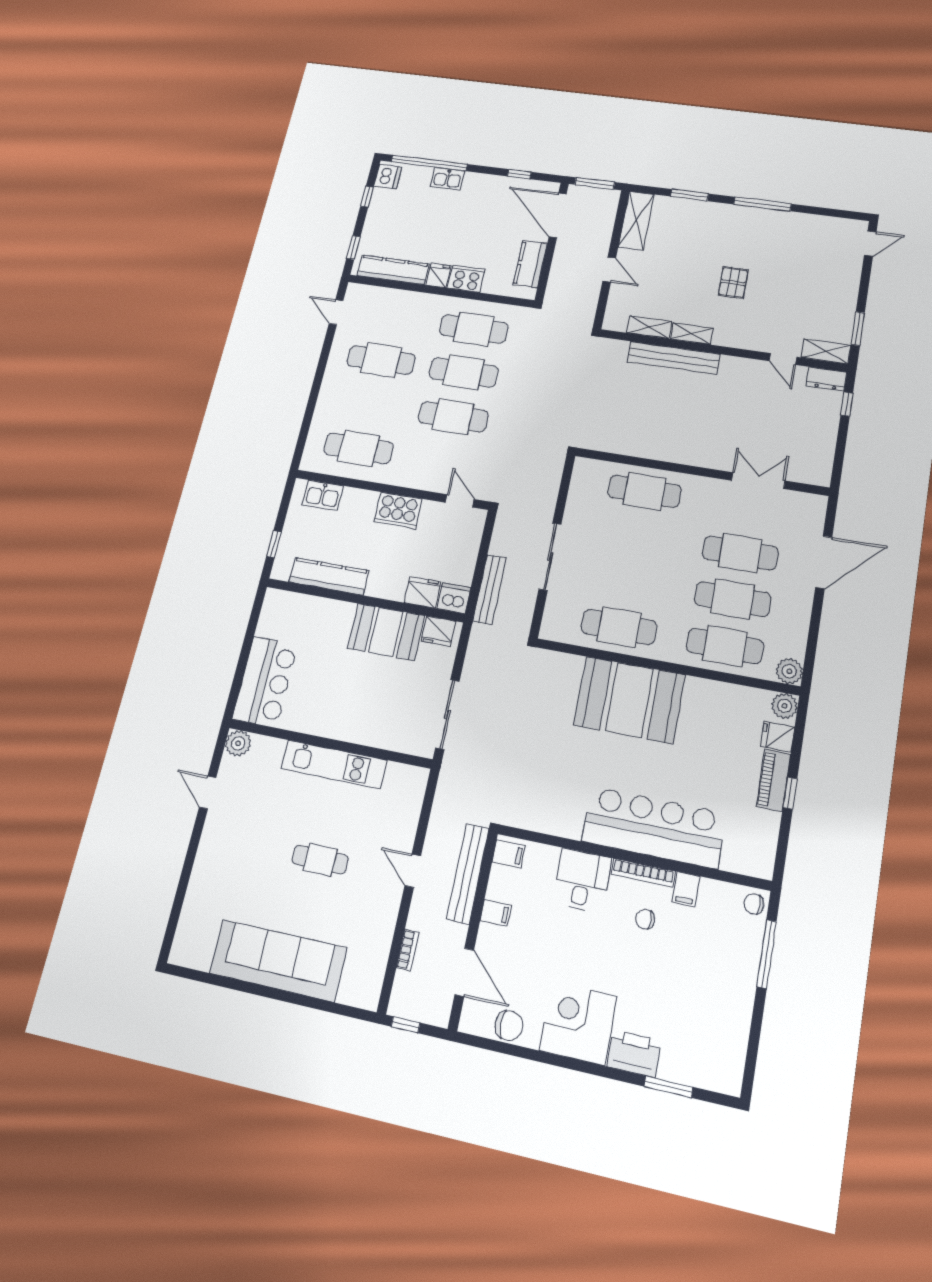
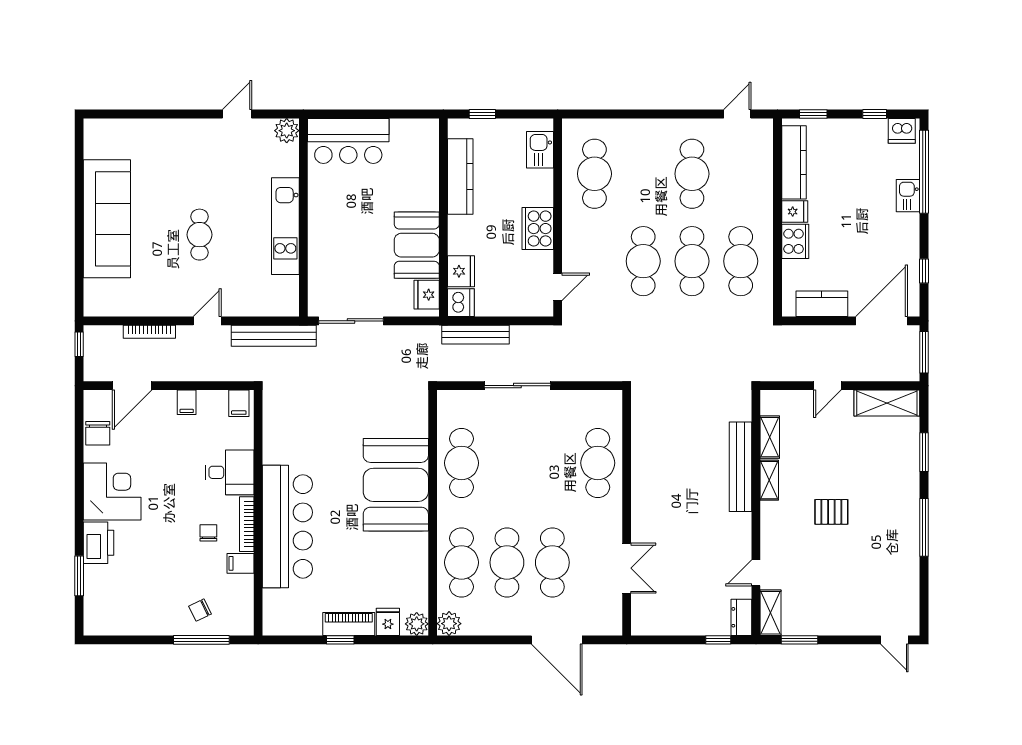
bench: (468, 874) -> (274, 336), moved
chair: (754, 904) -> (200, 610), moved, turned -116
bookcase: (408, 950) -> (149, 332), width x1.56

